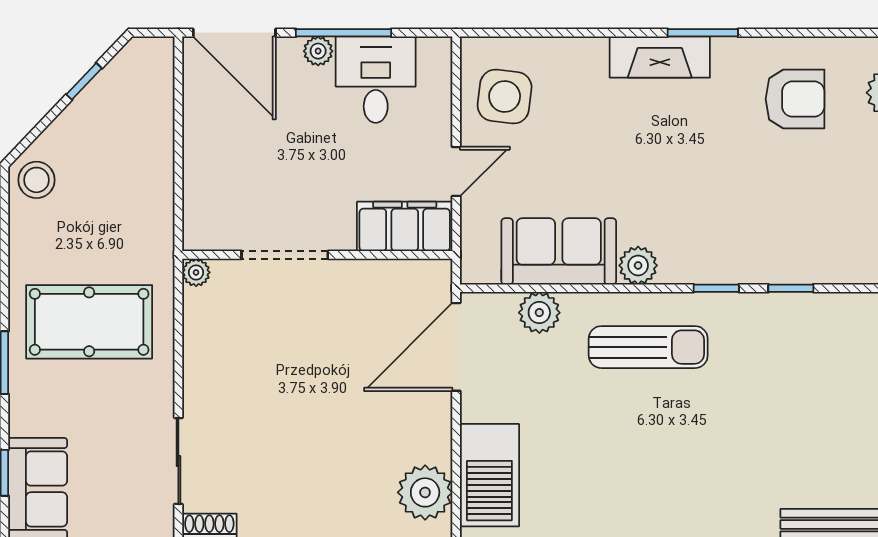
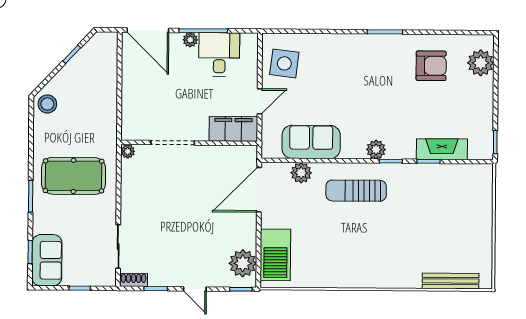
fireplace: (660, 57) -> (442, 149), moved, turned 180
plant: (638, 265) -> (376, 150), moved
sun lounger: (648, 347) -> (356, 191), turned 180

